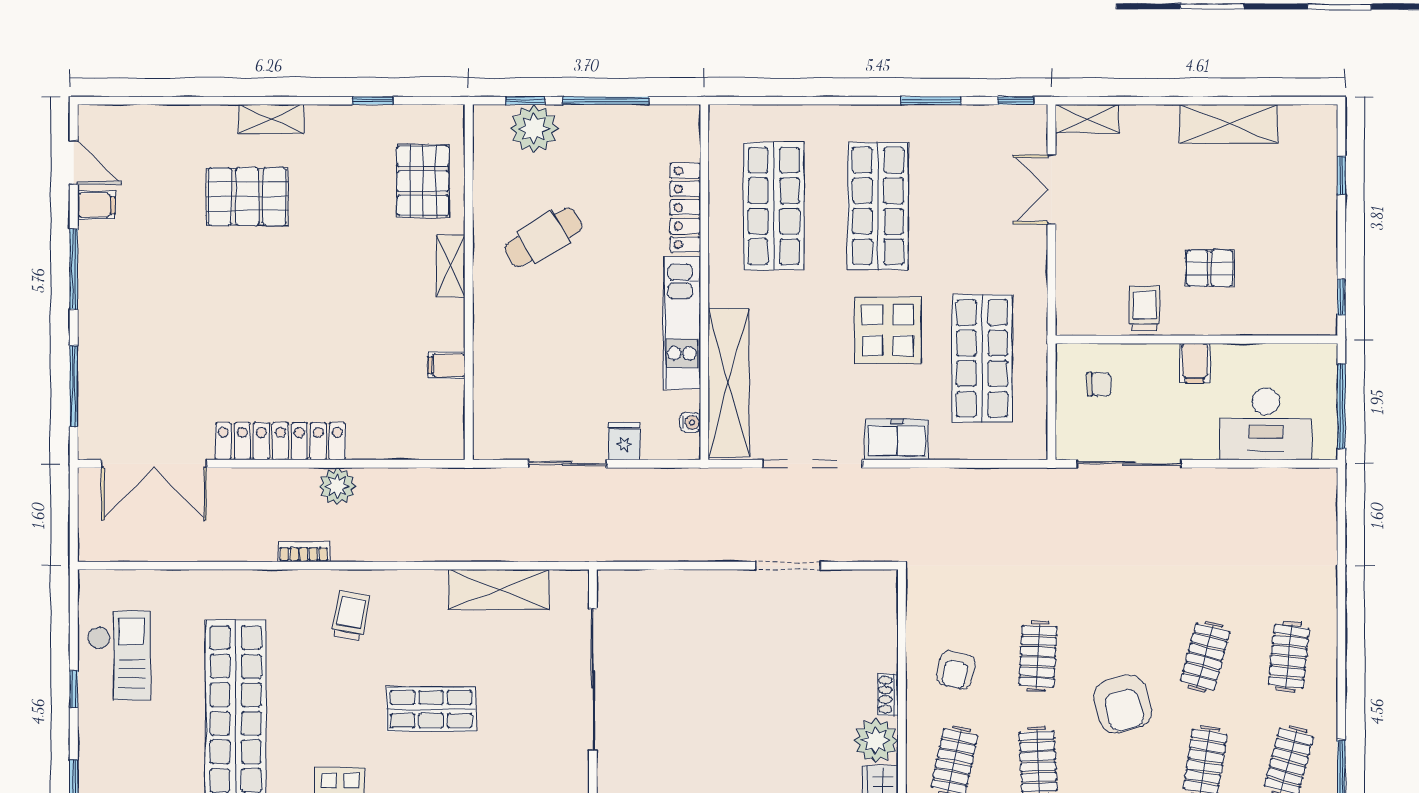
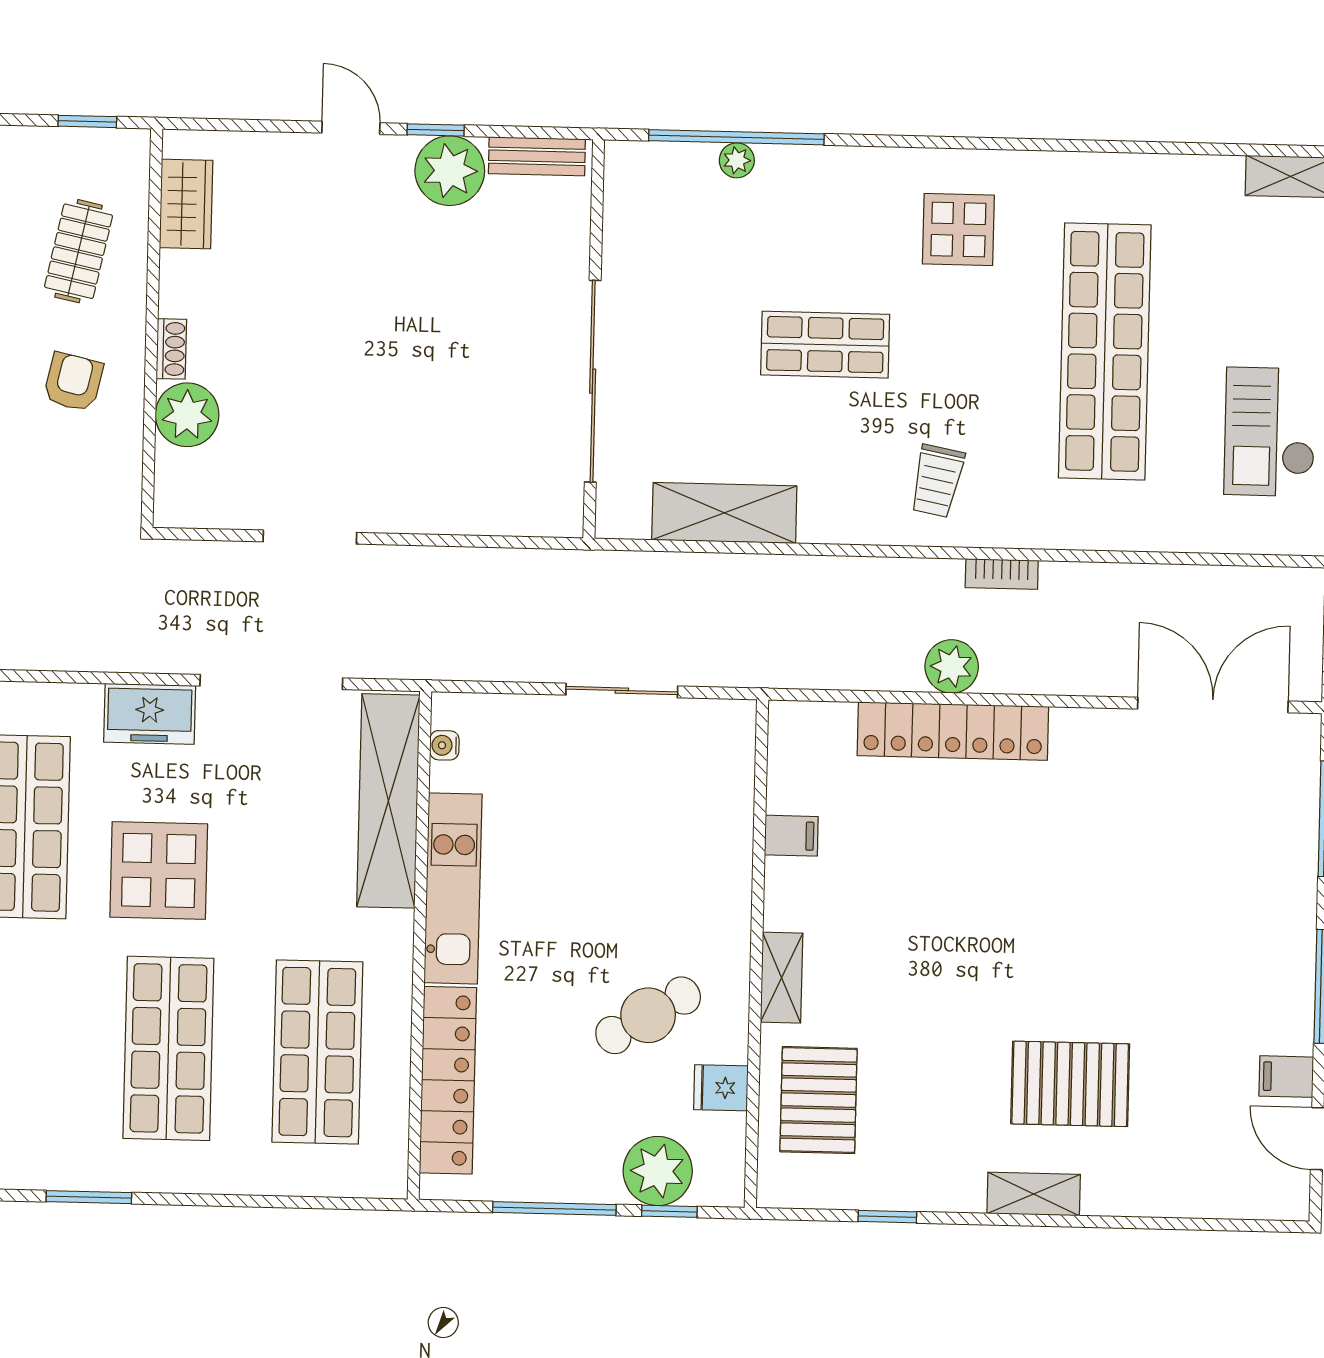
locker: (685, 208) -> (448, 1080), width x1.41, depth x1.21
locker: (280, 441) -> (953, 731), moved
fridge: (624, 441) -> (721, 1088), moved, turned 90
plant: (876, 741) -> (187, 415), moved

